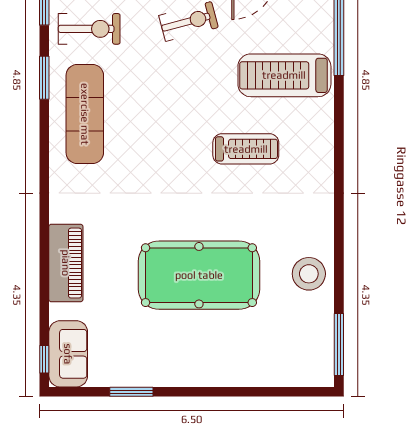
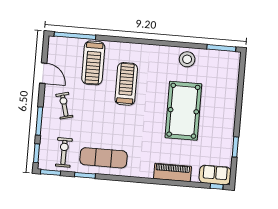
treadmill: (246, 149) -> (126, 84), width x1.37, depth x1.38

